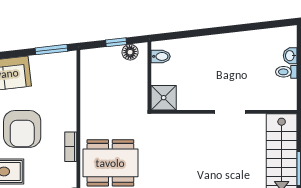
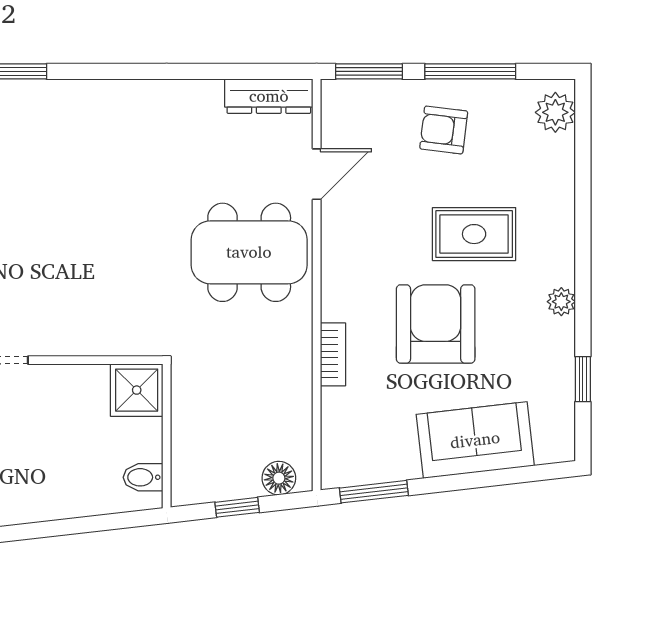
floor lamp: (130, 52) -> (279, 478), moved
bookcase: (71, 147) -> (333, 354), moved

